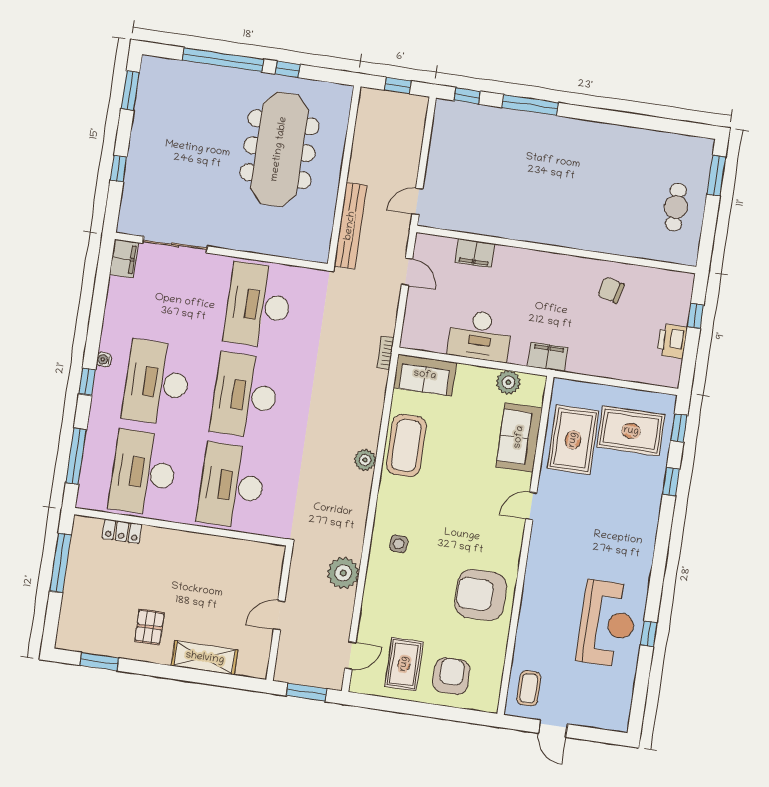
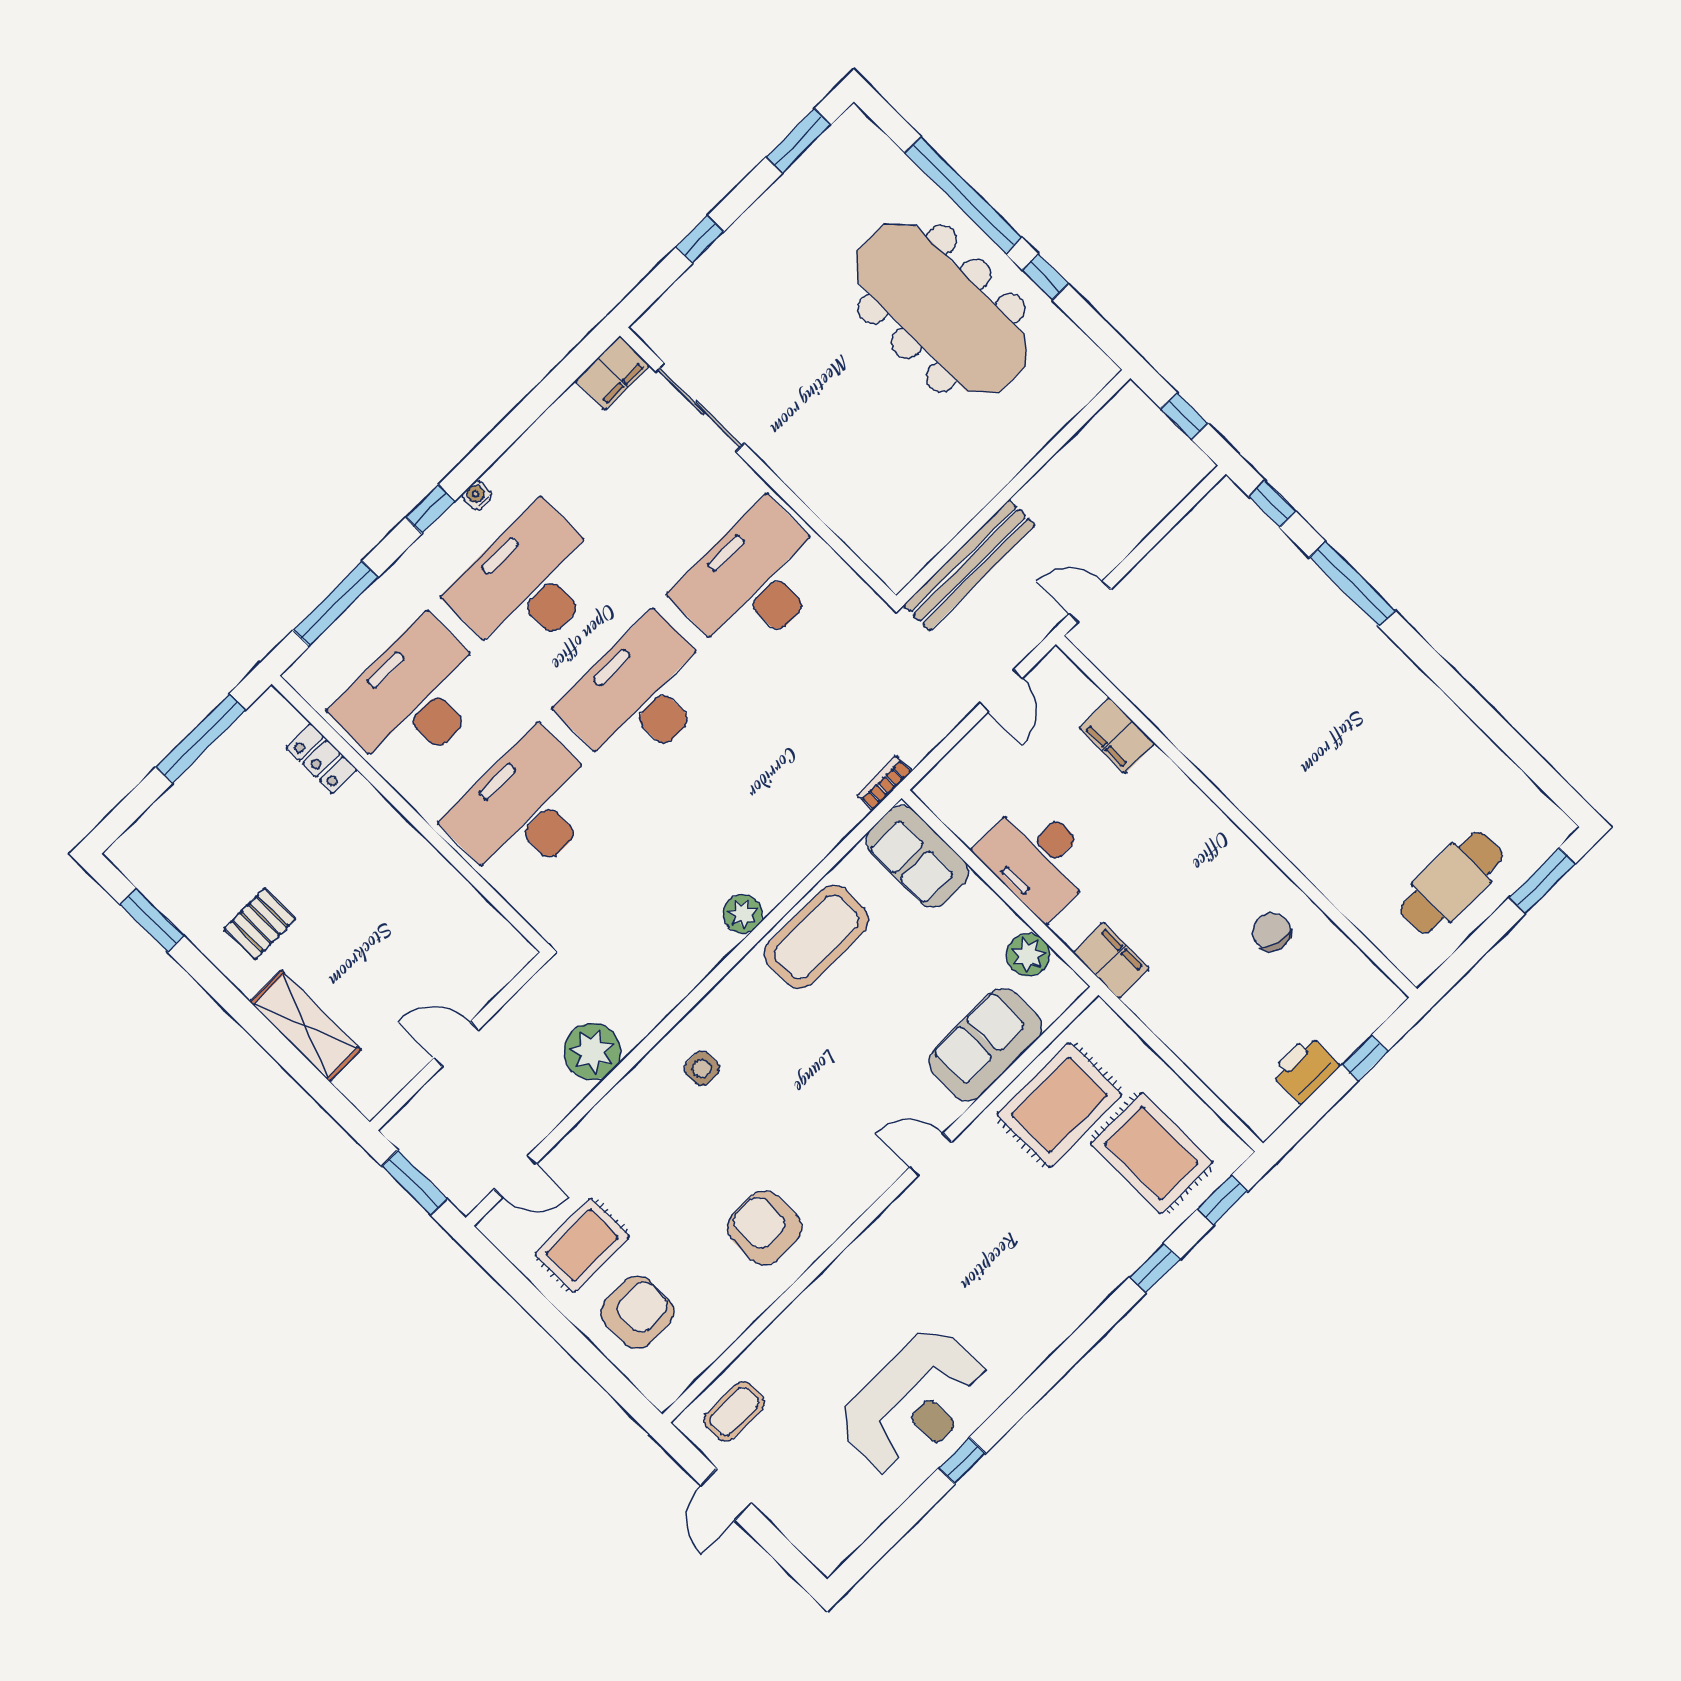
meeting table: (279, 149) -> (941, 309), moved, turned 90
cafe table: (676, 207) -> (1451, 883), width x1.37, depth x1.35
armchair: (481, 595) -> (764, 1228), width x0.73, depth x0.73

